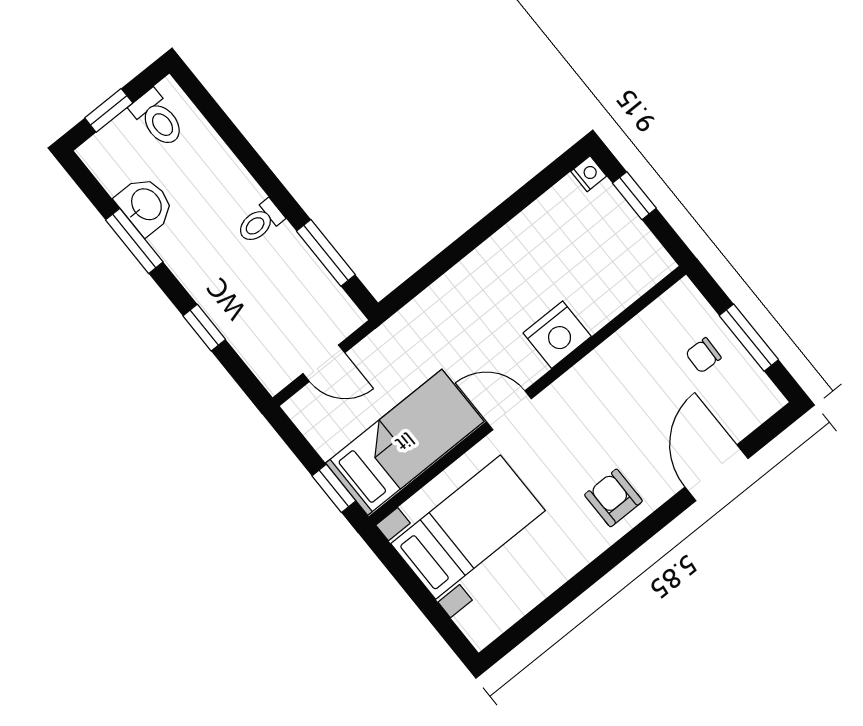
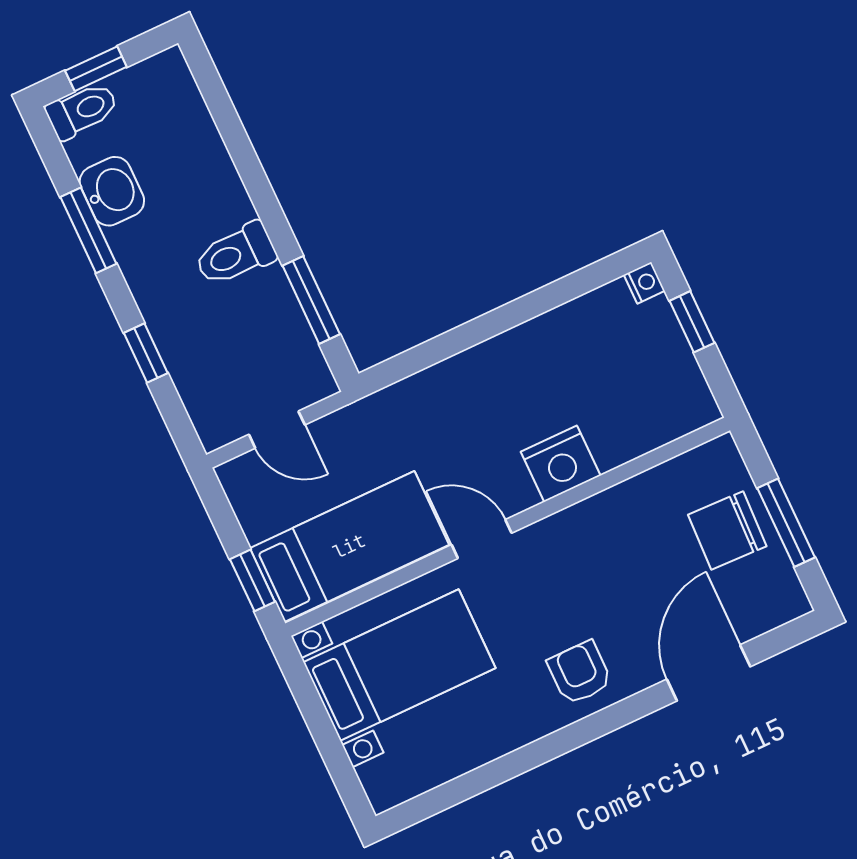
toilet: (158, 119) -> (82, 110), moved, turned -90
toilet: (260, 222) -> (235, 254), width x1.37, depth x1.39
chair: (703, 355) -> (727, 530), width x1.87, depth x1.87

